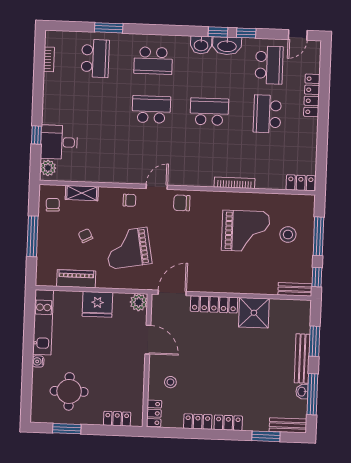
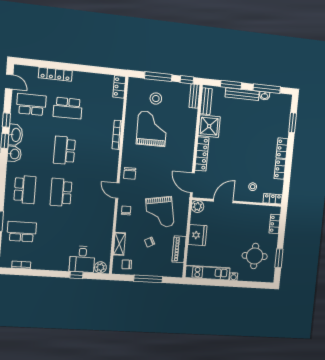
bench: (288, 425) -> (206, 101), moved

